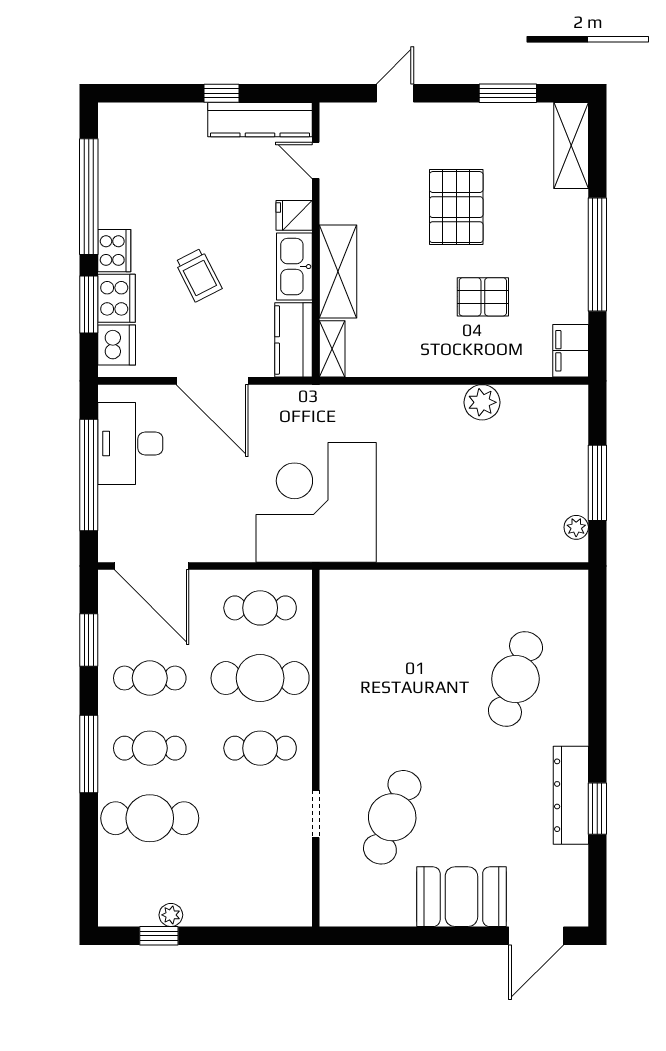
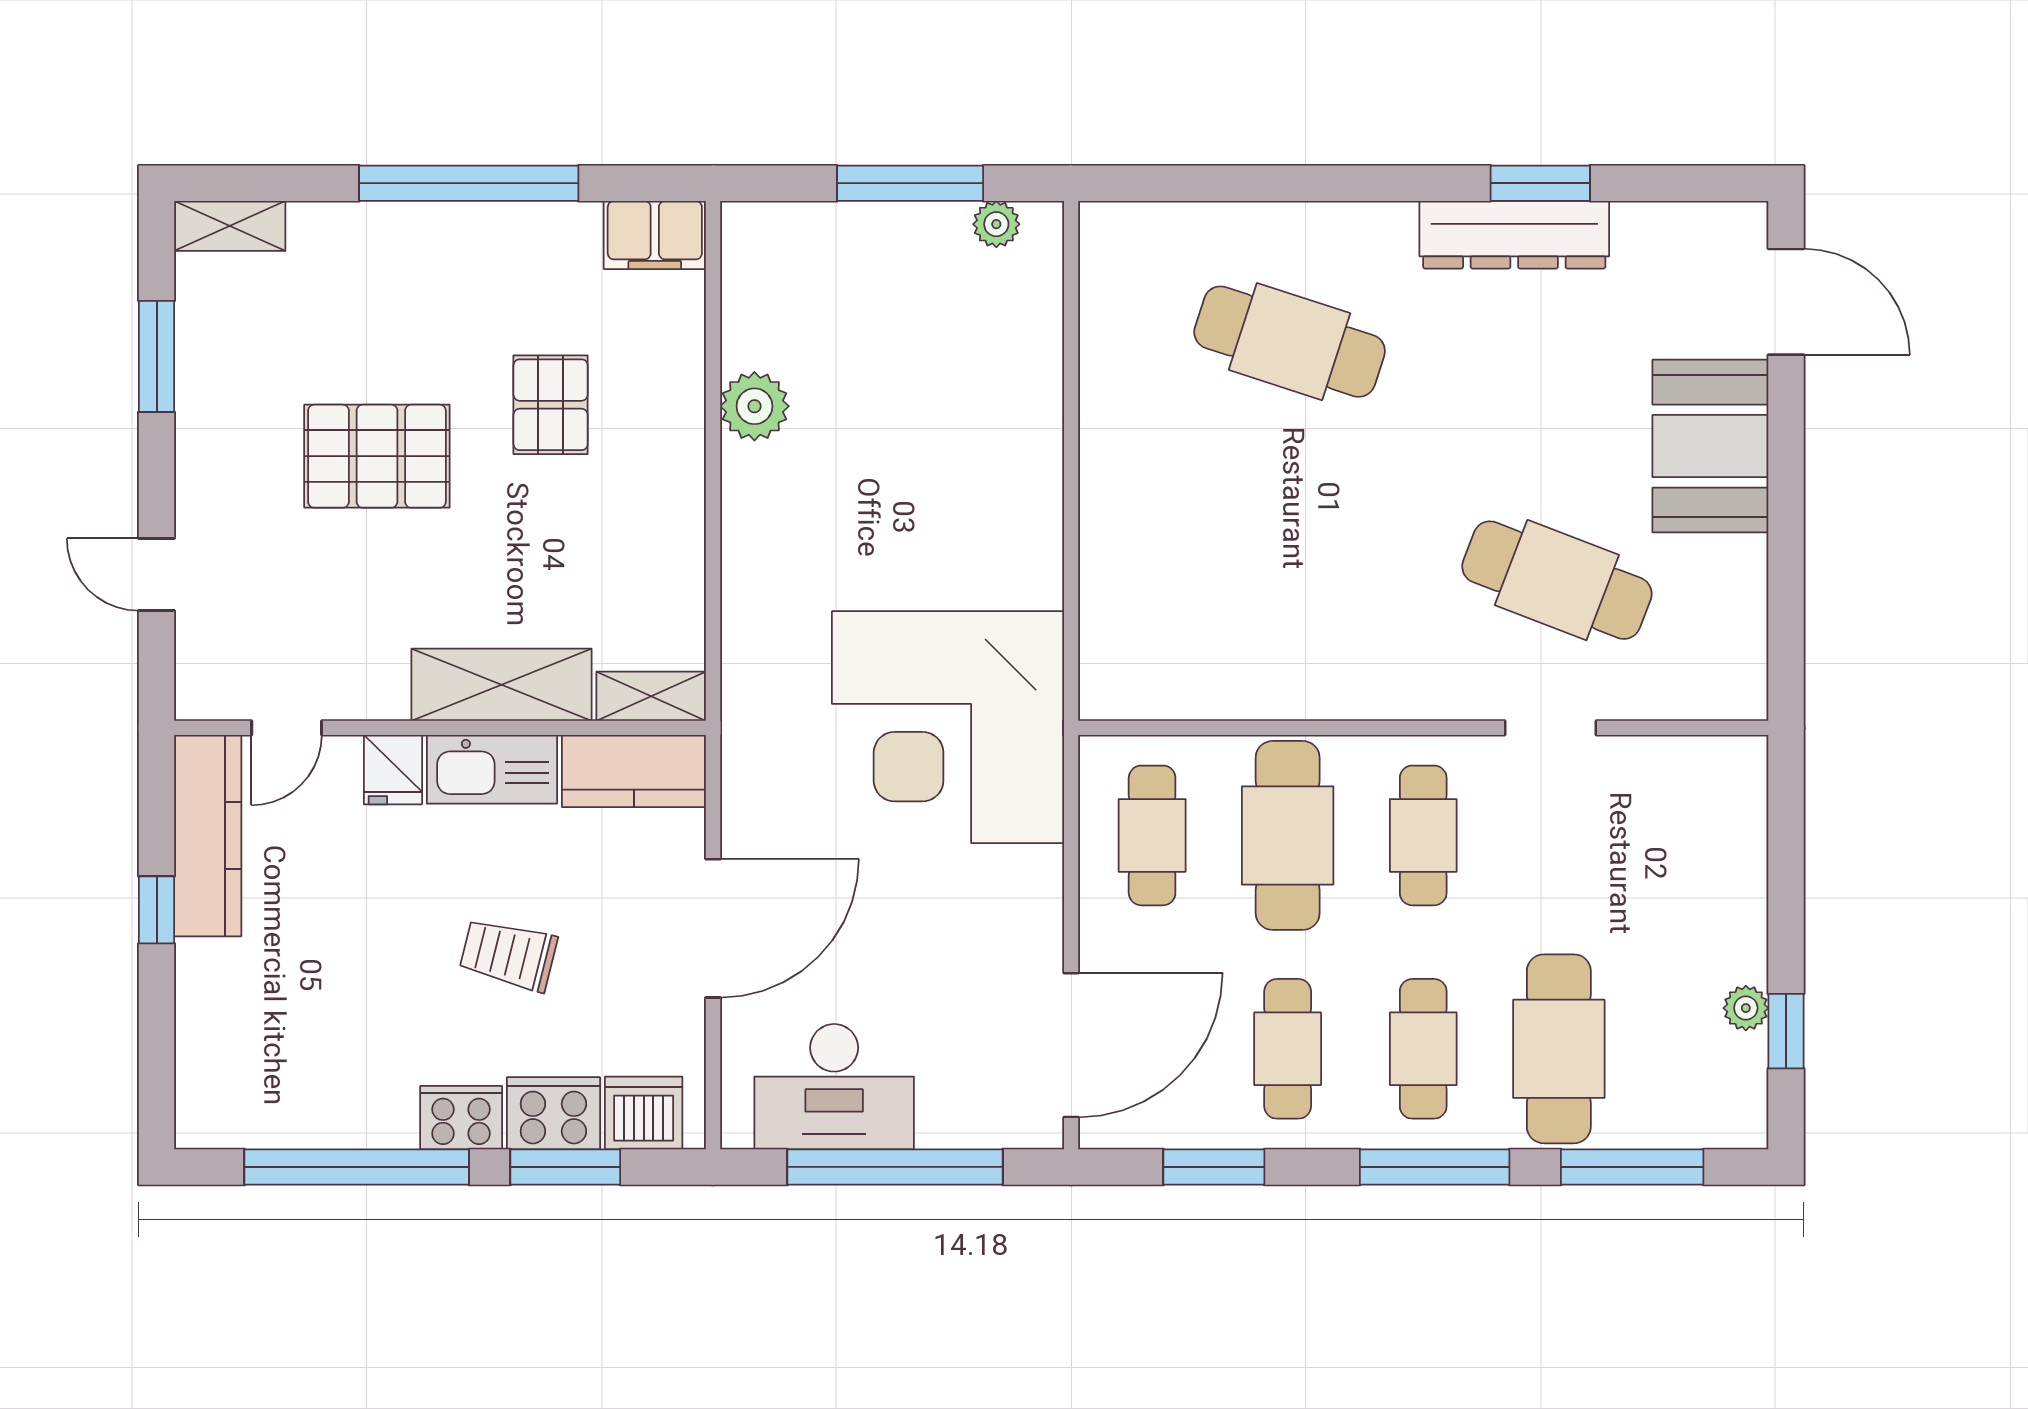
shelving: (571, 145) -> (230, 226), width x0.67, depth x0.75
trolley: (198, 275) -> (508, 955), turned -139
window: (89, 856) -> (1632, 1167), added

